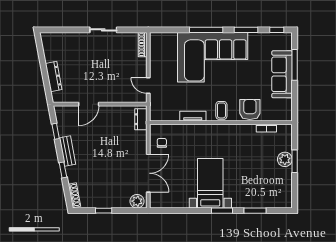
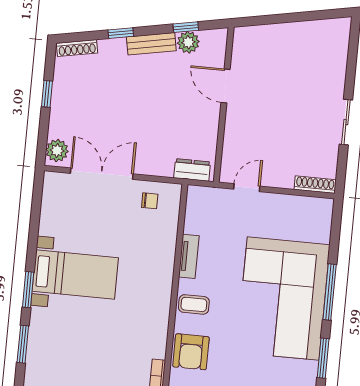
dresser: (54, 77) -> (277, 33), removed
armchair: (250, 109) -> (191, 352), turned 90
plant: (65, 129) -> (188, 42), added
double door: (148, 173) -> (102, 174), swing flipped

